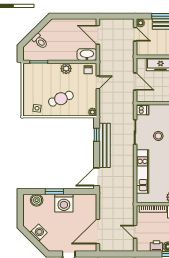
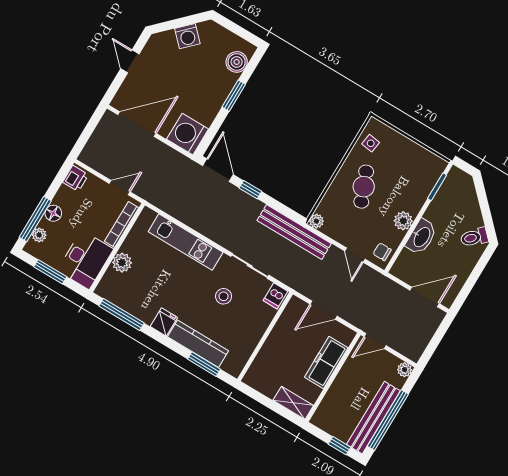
door: (135, 34) -> (375, 341), moved
toilet: (40, 41) -> (474, 237), moved
washbasin: (87, 55) -> (421, 237), moved
window: (97, 135) -> (250, 190), moved
bench: (105, 145) -> (294, 232), moved
washing machine: (64, 203) -> (188, 134), moved
door: (98, 232) -> (137, 124), hinge flipped
door: (135, 232) -> (120, 188), moved
printer: (156, 246) -> (75, 178), moved

